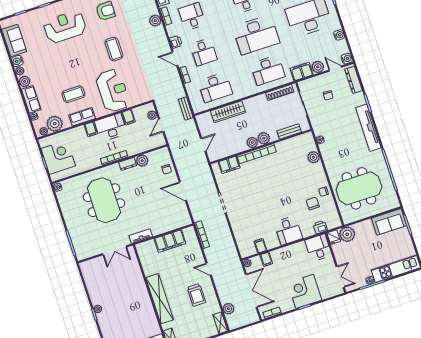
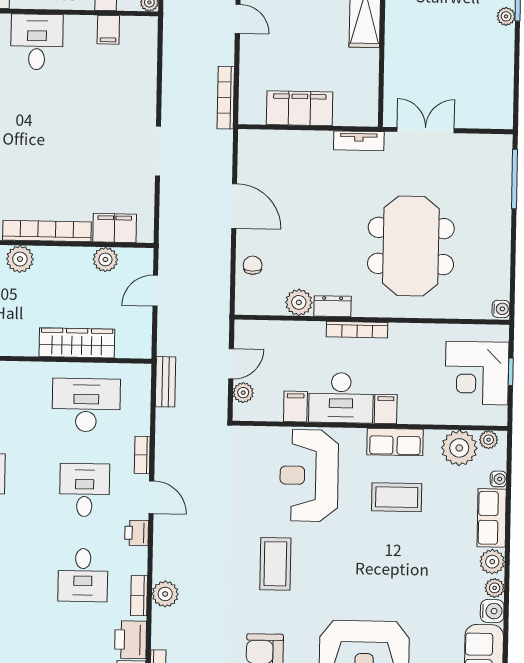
plant: (252, 143) -> (105, 259), moved

